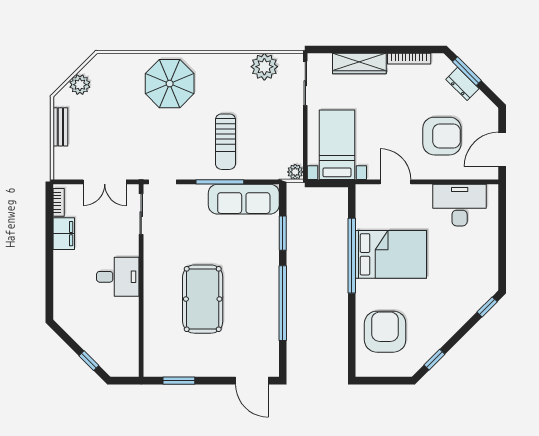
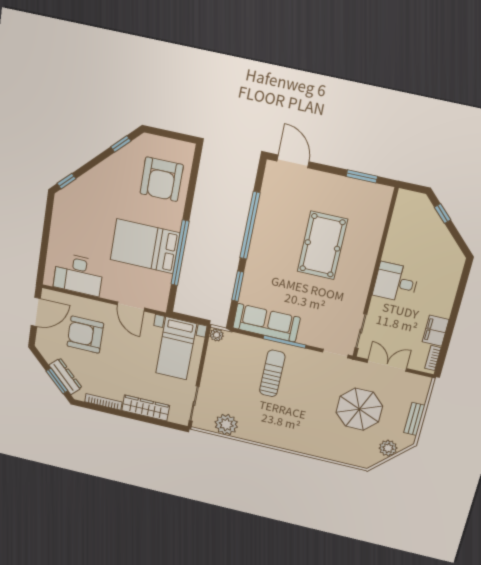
parasol: (170, 84) -> (359, 409), moved
dresser: (462, 84) -> (65, 376), width x1.44

